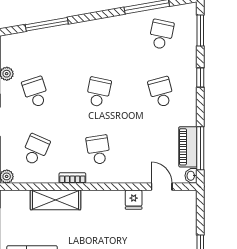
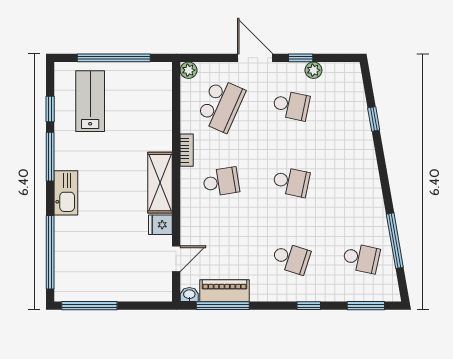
window: (47, 24) -> (374, 119), width x0.46
school desk: (35, 92) -> (291, 105), turned 30
school desk: (161, 92) -> (291, 258), turned 33
school desk: (35, 150) -> (221, 105), width x1.85
shelving: (55, 200) -> (160, 183), moved

